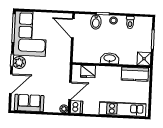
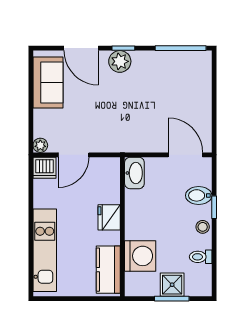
door: (73, 28) -> (185, 155), hinge flipped
corner sofa: (30, 34) -> (172, 79), removed
washing machine: (128, 56) -> (140, 256), added
washbasin: (110, 58) -> (134, 173), moved
shower: (144, 59) -> (172, 285), moved
fridge: (88, 72) -> (109, 217), moved
door: (70, 91) -> (73, 155), hinge flipped

